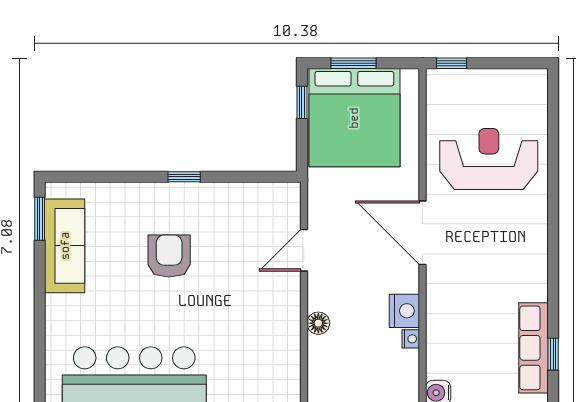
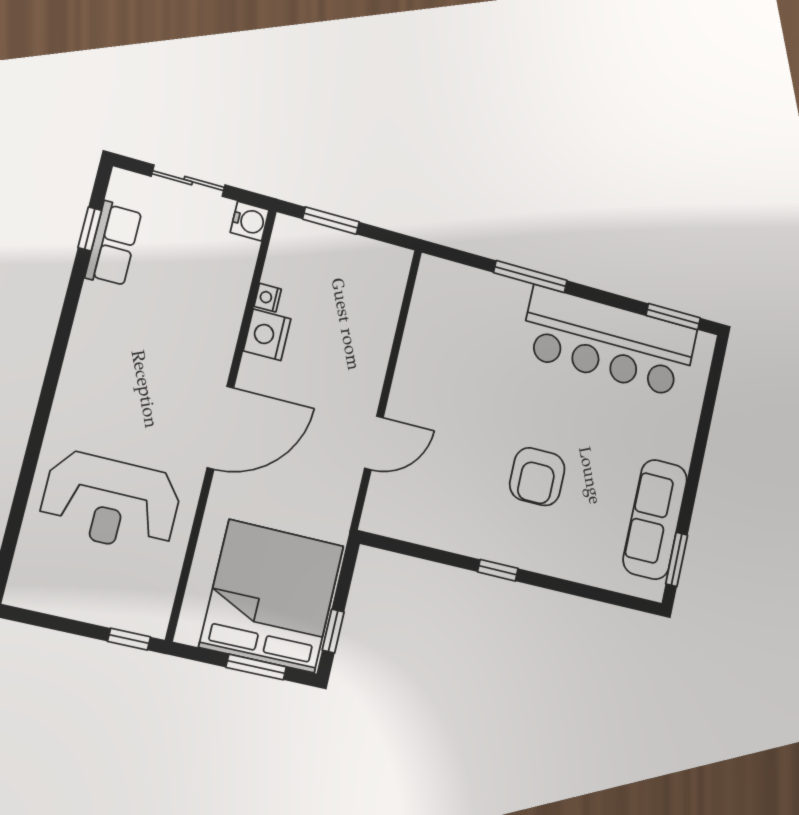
door: (423, 233) -> (220, 428), hinge flipped
floor lamp: (318, 323) -> (377, 348), removed
row of seats: (533, 348) -> (113, 244), width x0.68

